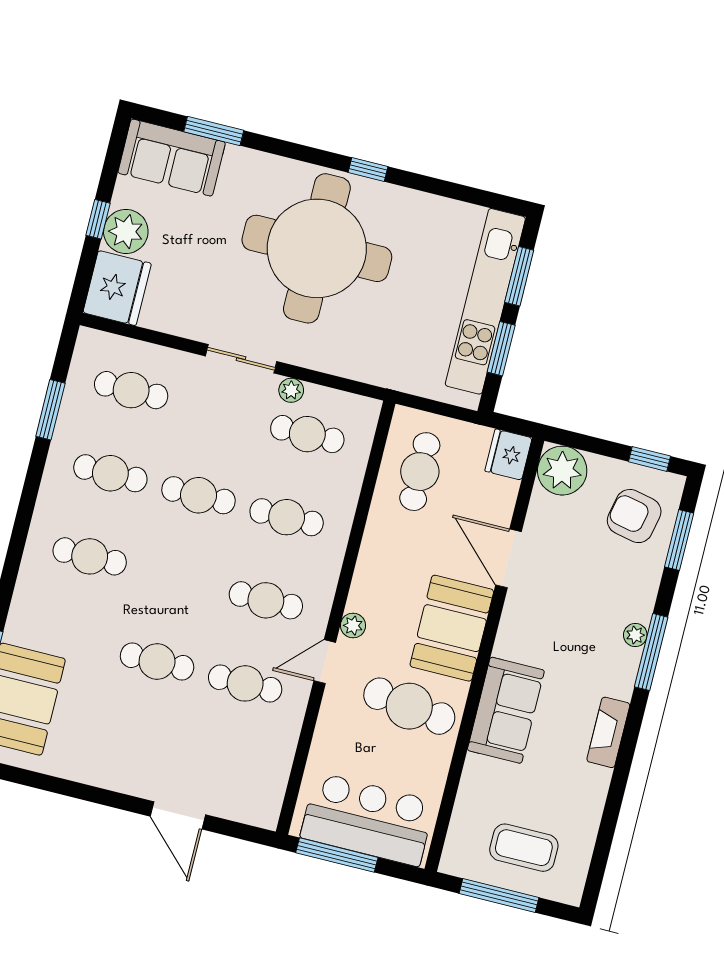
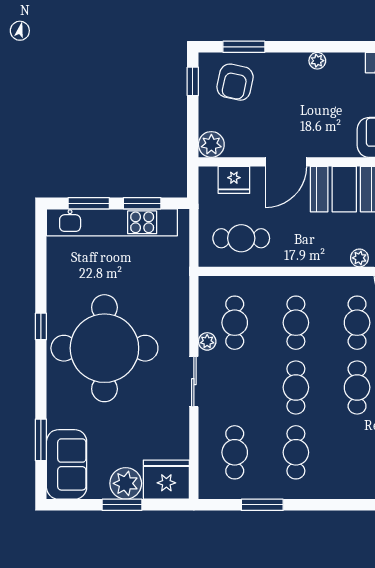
window: (98, 219) -> (122, 505), width x1.50
fridge: (508, 455) -> (234, 180), moved
plant: (562, 471) -> (211, 144), width x0.73, depth x0.73
cafe table: (90, 556) -> (357, 387), moved
window: (651, 652) -> (326, 47), removed

